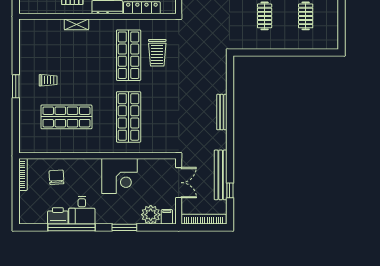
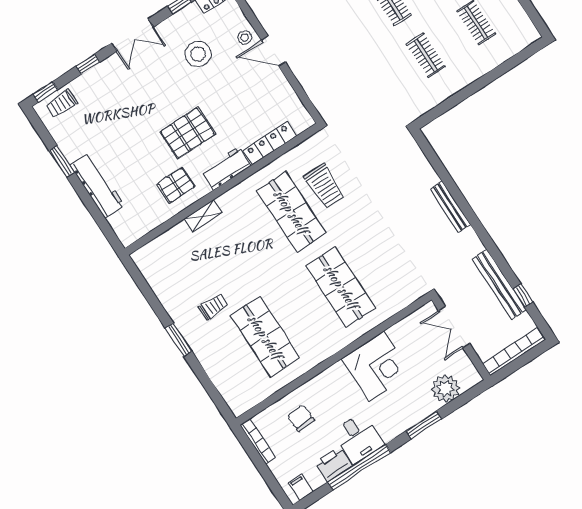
shop shelf: (66, 117) -> (265, 337), turned 90
double door: (179, 183) -> (454, 327), swing flipped
filing cabinet: (167, 217) -> (301, 487), moved

